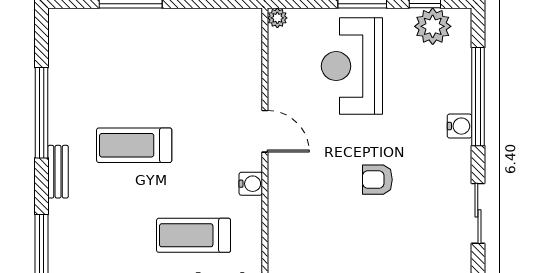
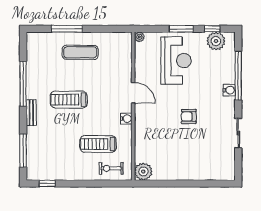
exercise mat: (157, 49) -> (80, 52), added
reception desk: (352, 66) -> (176, 61), turned 180

